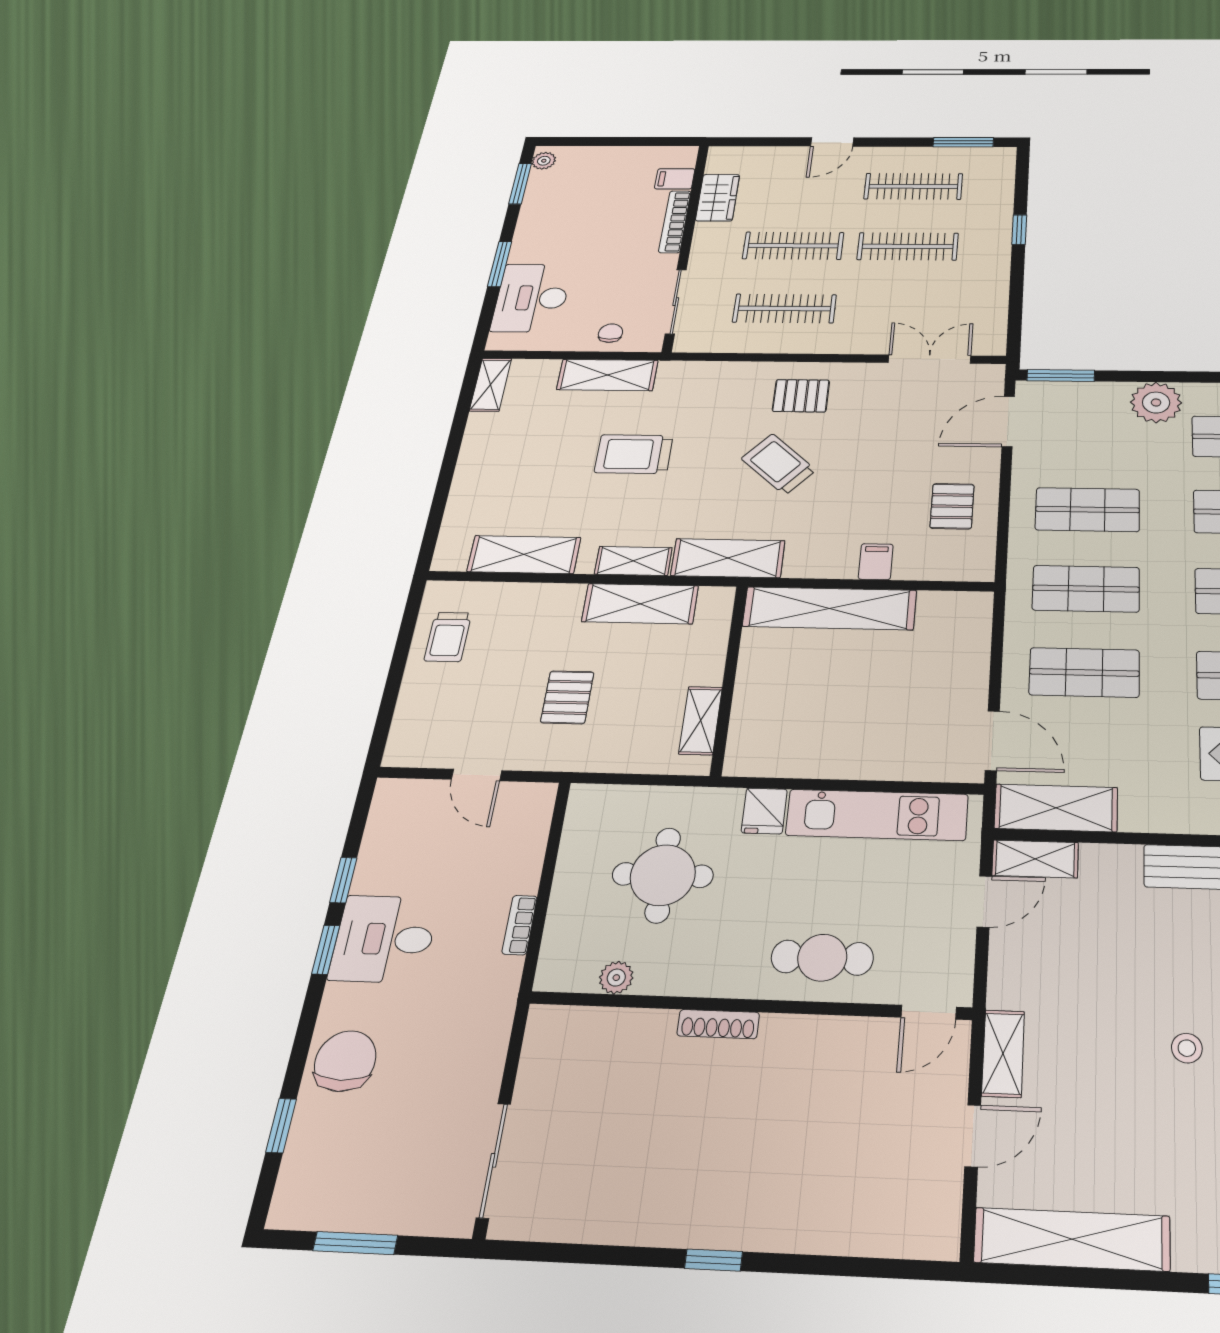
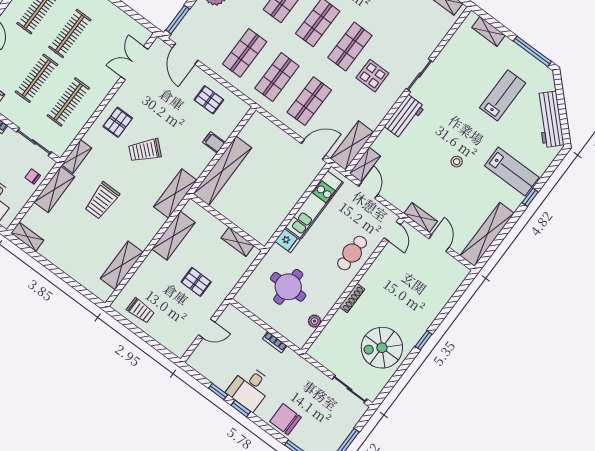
shelving: (633, 561) -> (77, 156), moved
spiral stairs: (638, 1170) -> (382, 348), added

